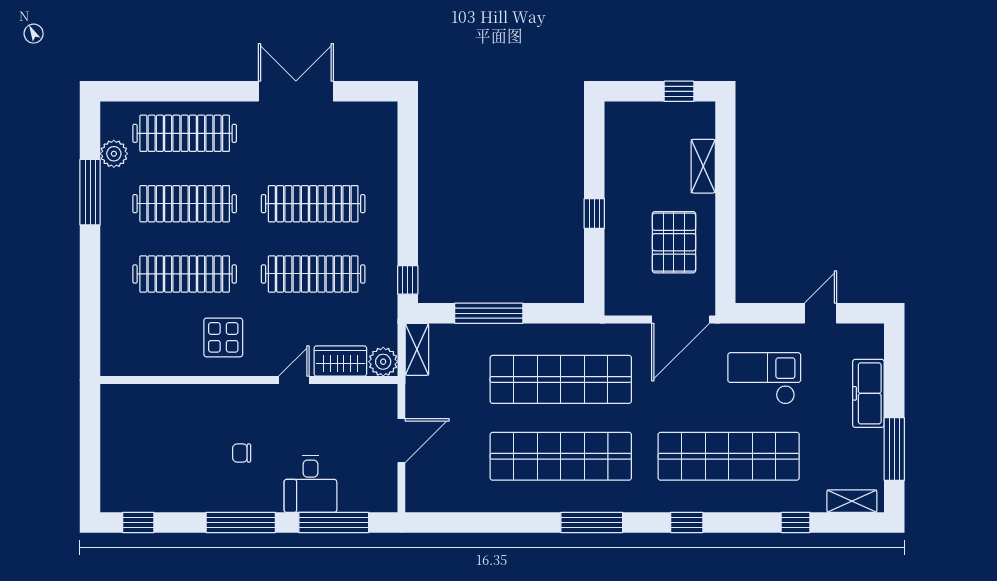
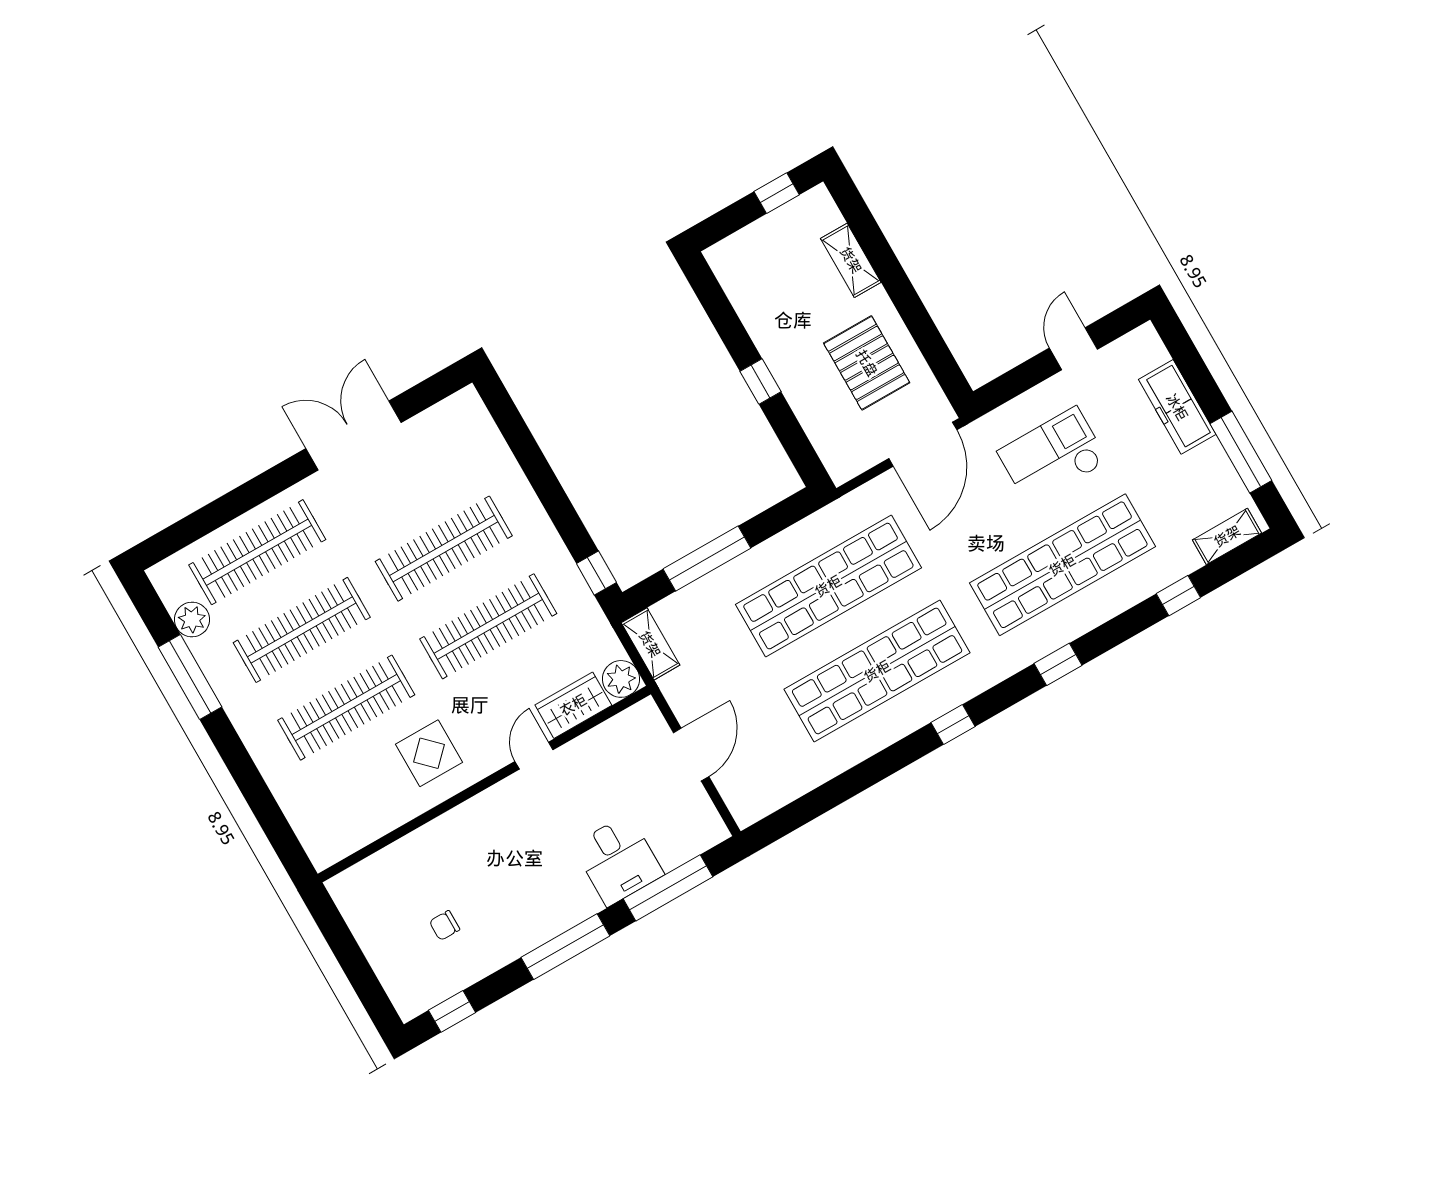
chair: (242, 453) -> (445, 925), moved
window: (592, 522) -> (953, 725), width x0.46

